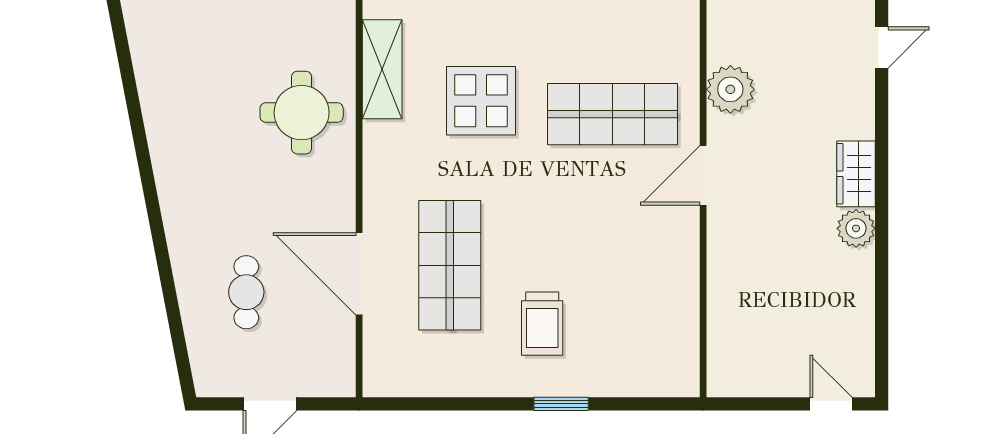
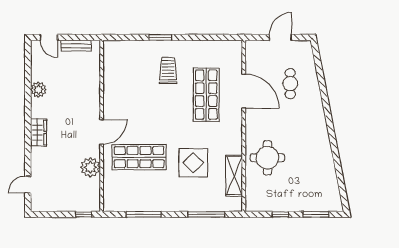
plant: (856, 228) -> (38, 90), moved
bench: (765, 384) -> (76, 46), added

